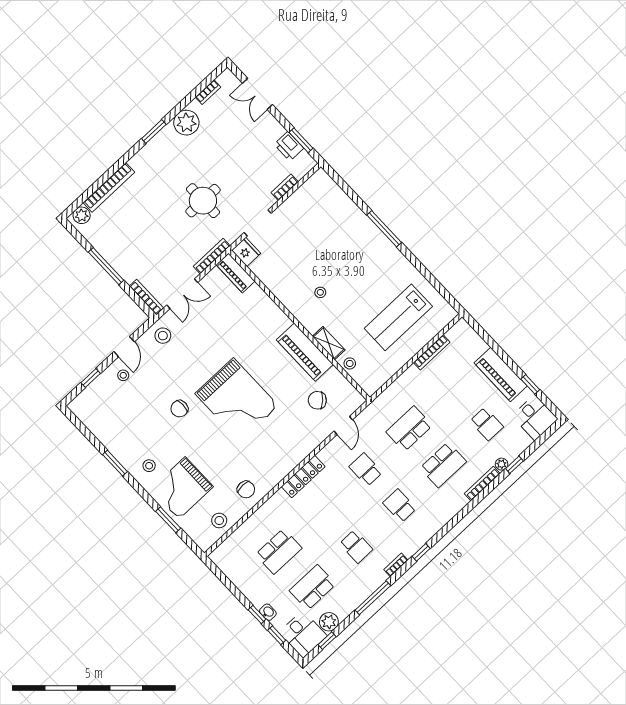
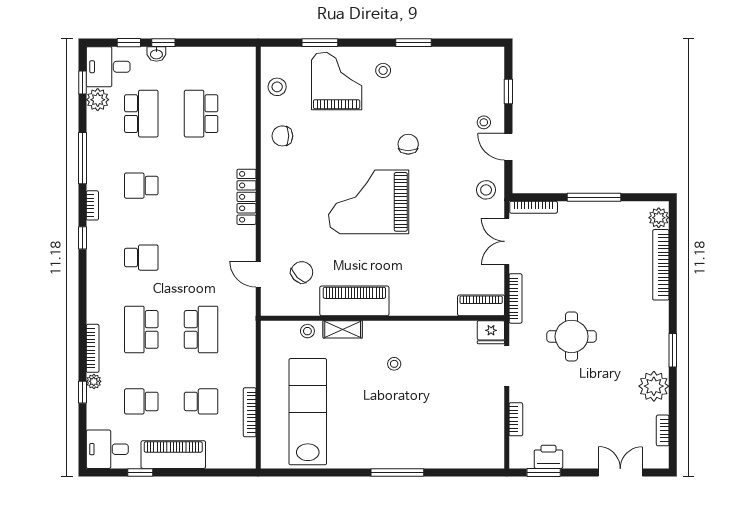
lab bench: (398, 317) -> (308, 412), width x1.36
school desk: (366, 470) -> (201, 401), moved

